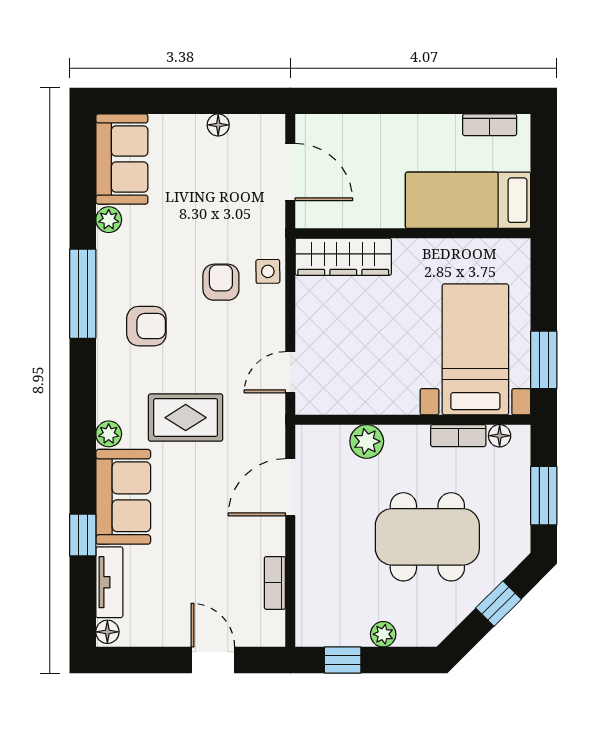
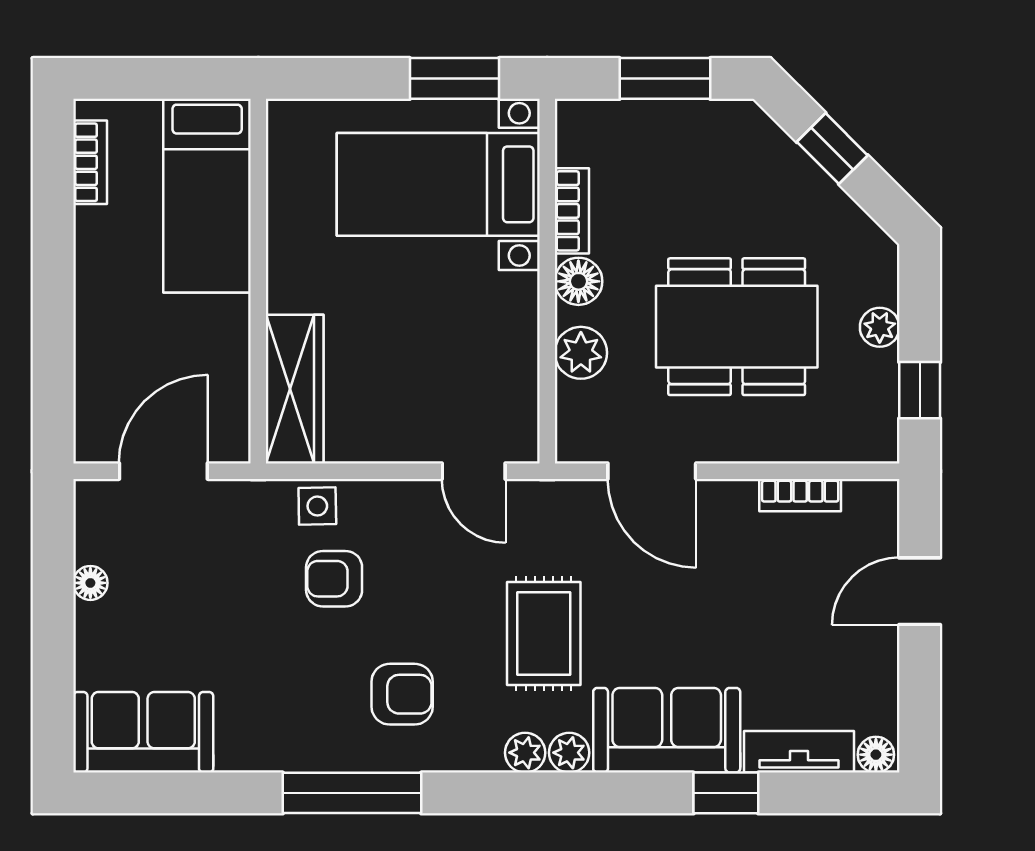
plant: (109, 220) -> (525, 753), moved
armchair: (146, 326) -> (402, 694), turned 90
floor lamp: (500, 436) -> (578, 281), moved, width x1.37, depth x1.37
dining table: (427, 537) -> (737, 327), moved, turned 90

